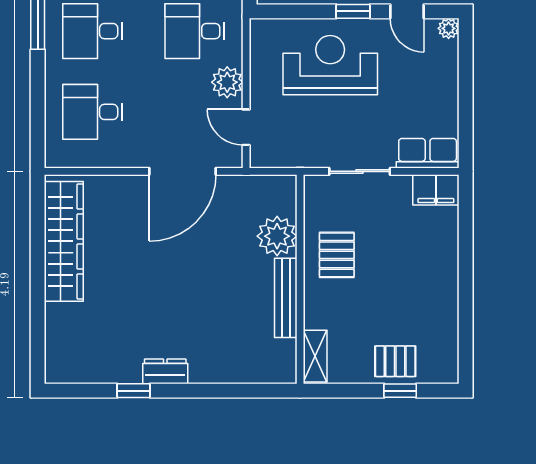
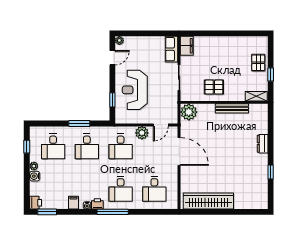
window: (353, 11) -> (112, 100), moved
plant: (277, 236) -> (189, 112), moved
dresser: (165, 371) -> (263, 144), moved
window: (400, 391) -> (271, 74), moved

